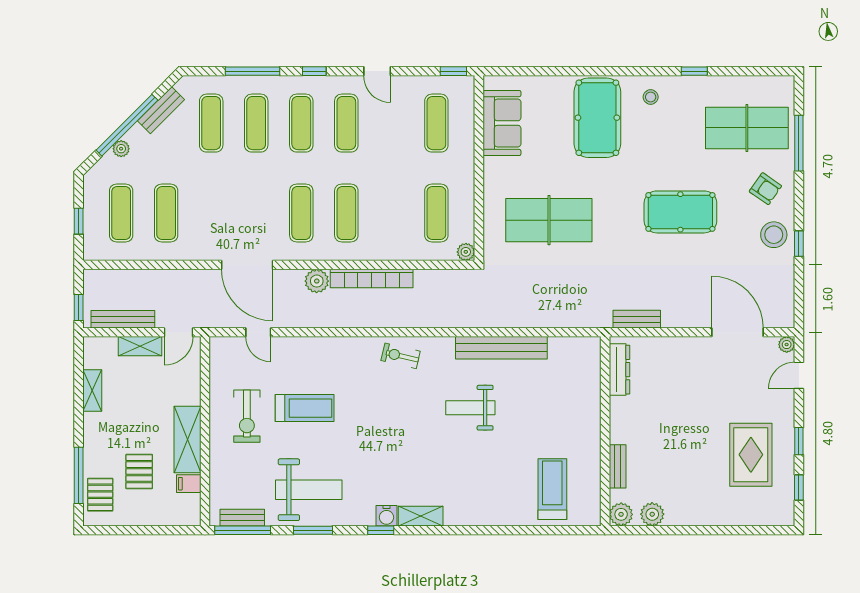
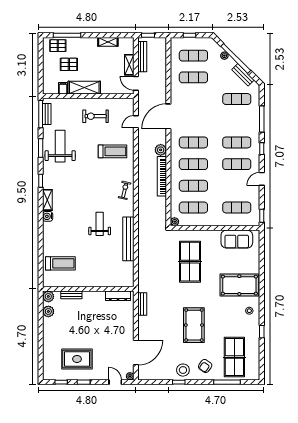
exercise mat: (256, 123) -> (193, 186), moved
treadmill: (305, 408) -> (113, 151), moved, turned -90
weight bench: (309, 490) -> (60, 146), turned 180
water cooler: (386, 516) -> (48, 216), moved

